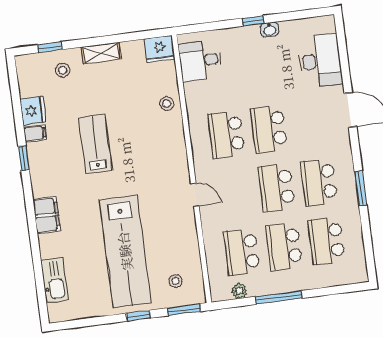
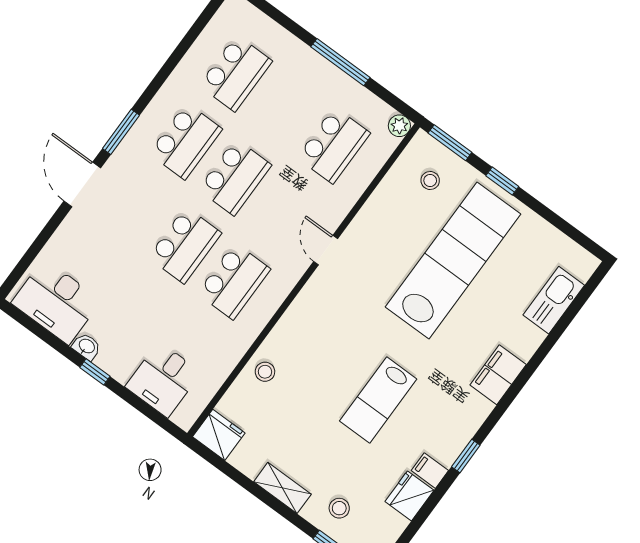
desk: (200, 61) -> (163, 379), moved, turned 90
desk: (320, 61) -> (56, 302), moved, turned -90
window: (361, 188) -> (121, 132), moved
school desk: (284, 246) -> (285, 109), removed
plant: (239, 291) -> (399, 126), moved

